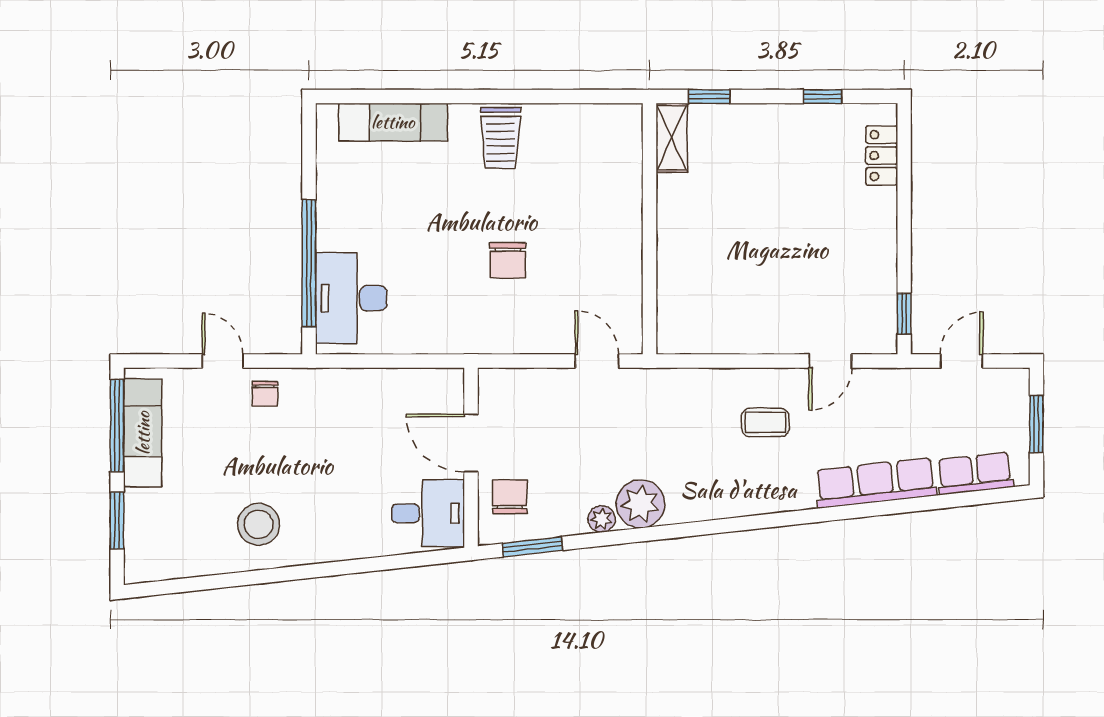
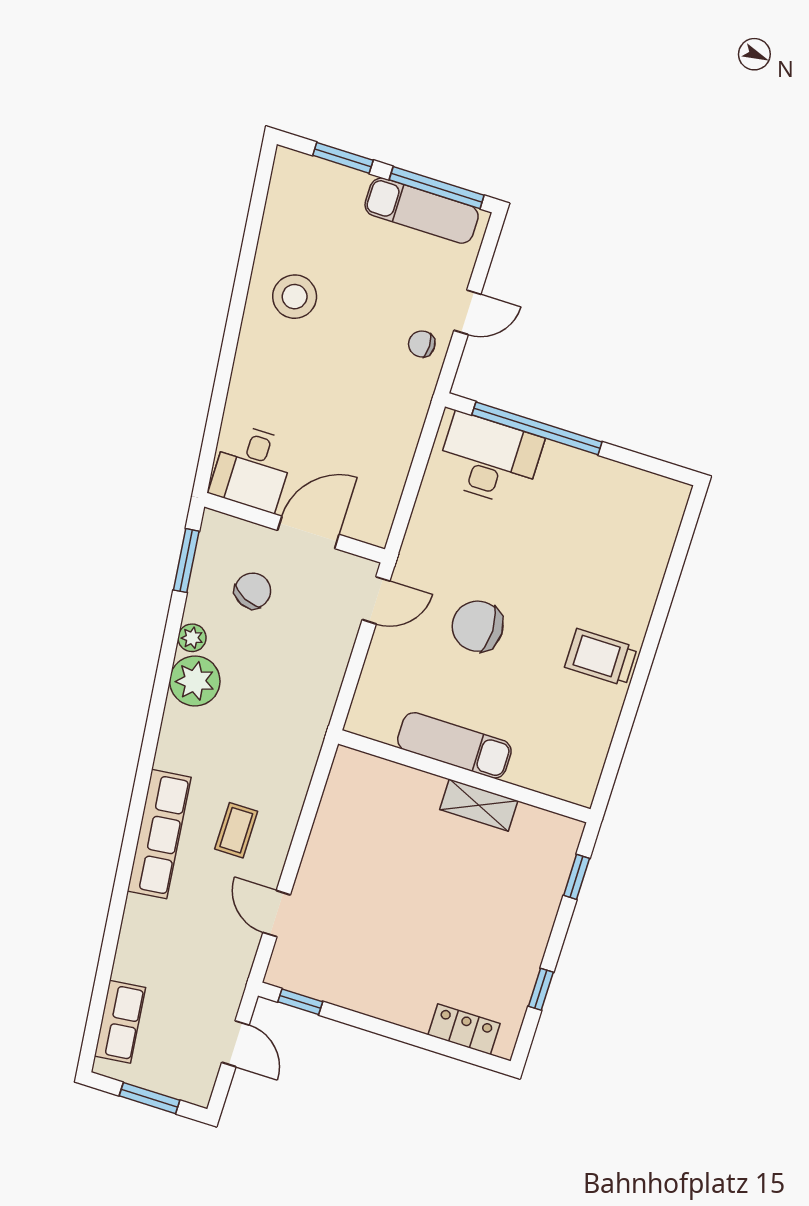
exam couch: (393, 122) -> (454, 745), moved, turned 90
shelving: (672, 138) -> (479, 805), moved
chair: (508, 260) -> (478, 626), width x1.37, depth x1.37
door: (597, 361) -> (376, 600), moved
row of seats: (876, 483) -> (159, 834), moved
chair: (510, 497) -> (253, 591), moved, turned -65

